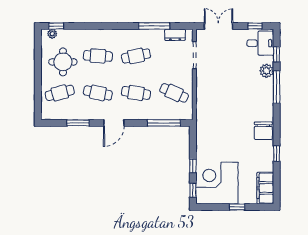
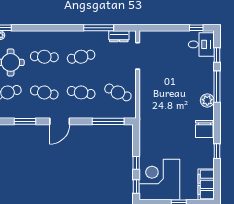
double door: (218, 26) -> (161, 28), removed
plant: (267, 71) -> (207, 100), moved

